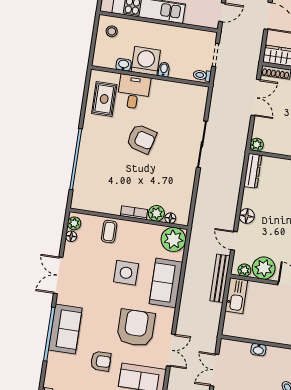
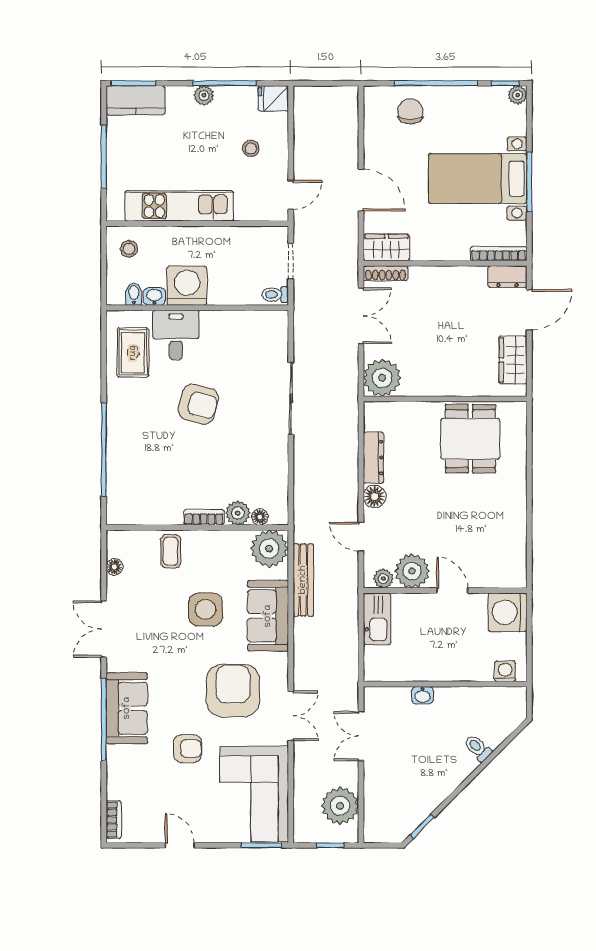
bidet: (164, 69) -> (134, 294), moved
plant: (257, 145) -> (382, 378), width x1.88, depth x1.88
dresser: (253, 171) -> (373, 458), moved
plant: (74, 223) -> (116, 547), removed
bench: (220, 278) -> (303, 580), moved

